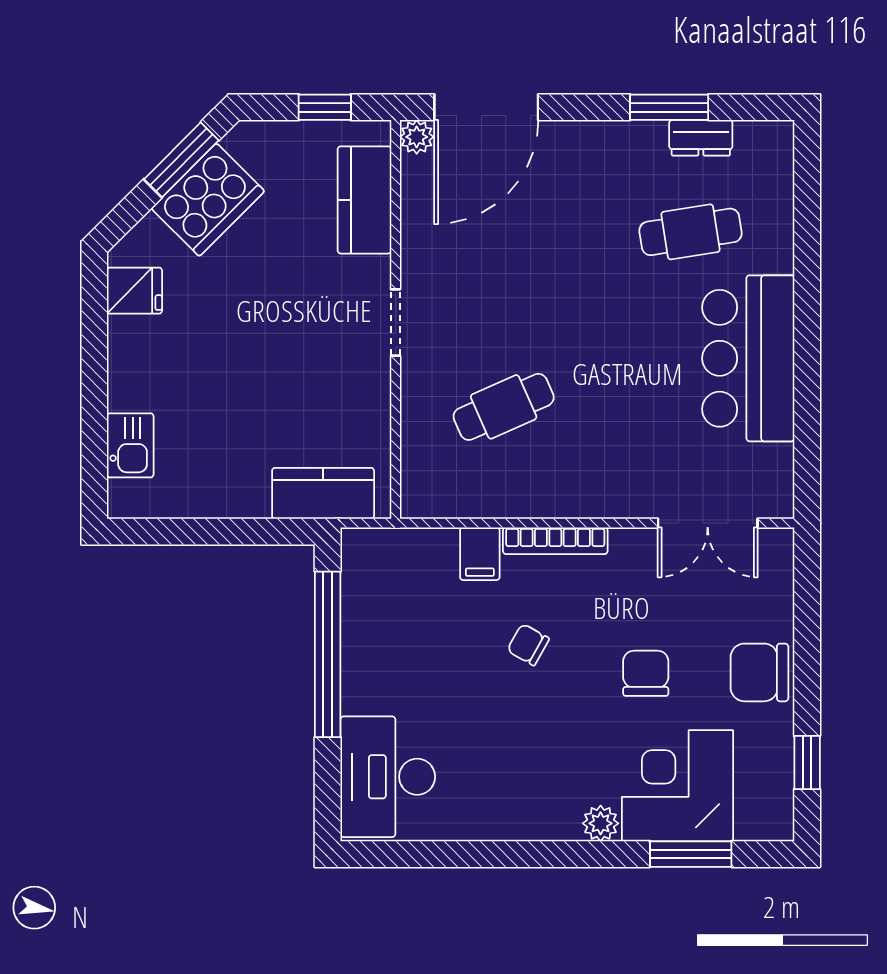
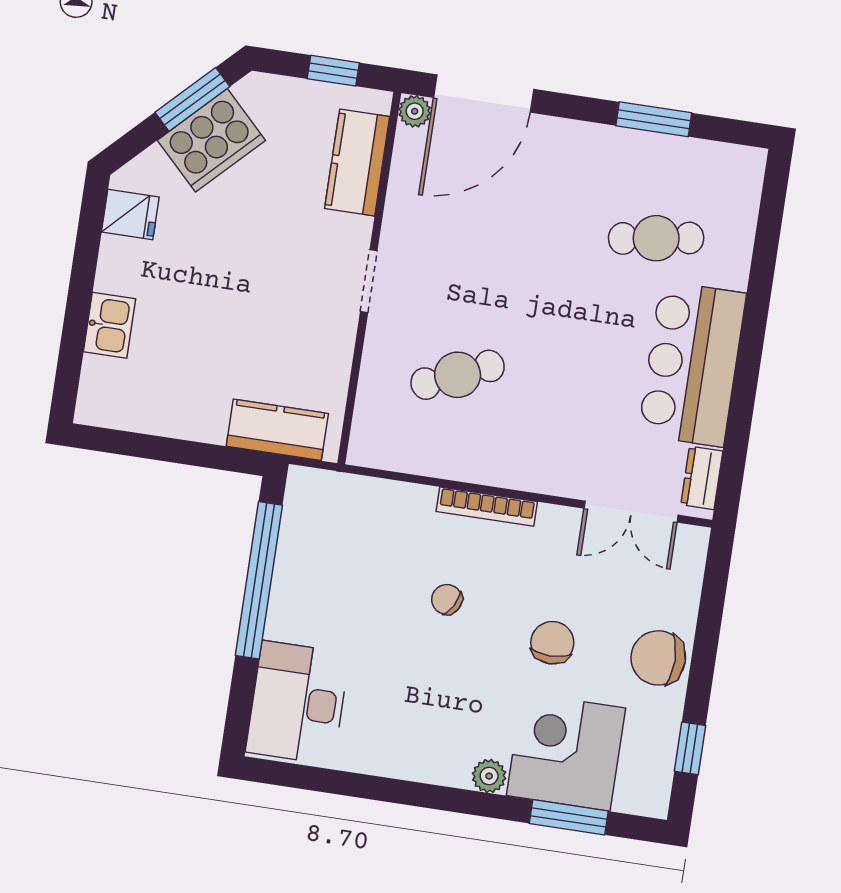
dresser: (701, 138) -> (702, 478), moved, turned 90
kitchen sink: (130, 445) -> (110, 325), moved
filing cabinet: (480, 554) -> (415, 508), removed

